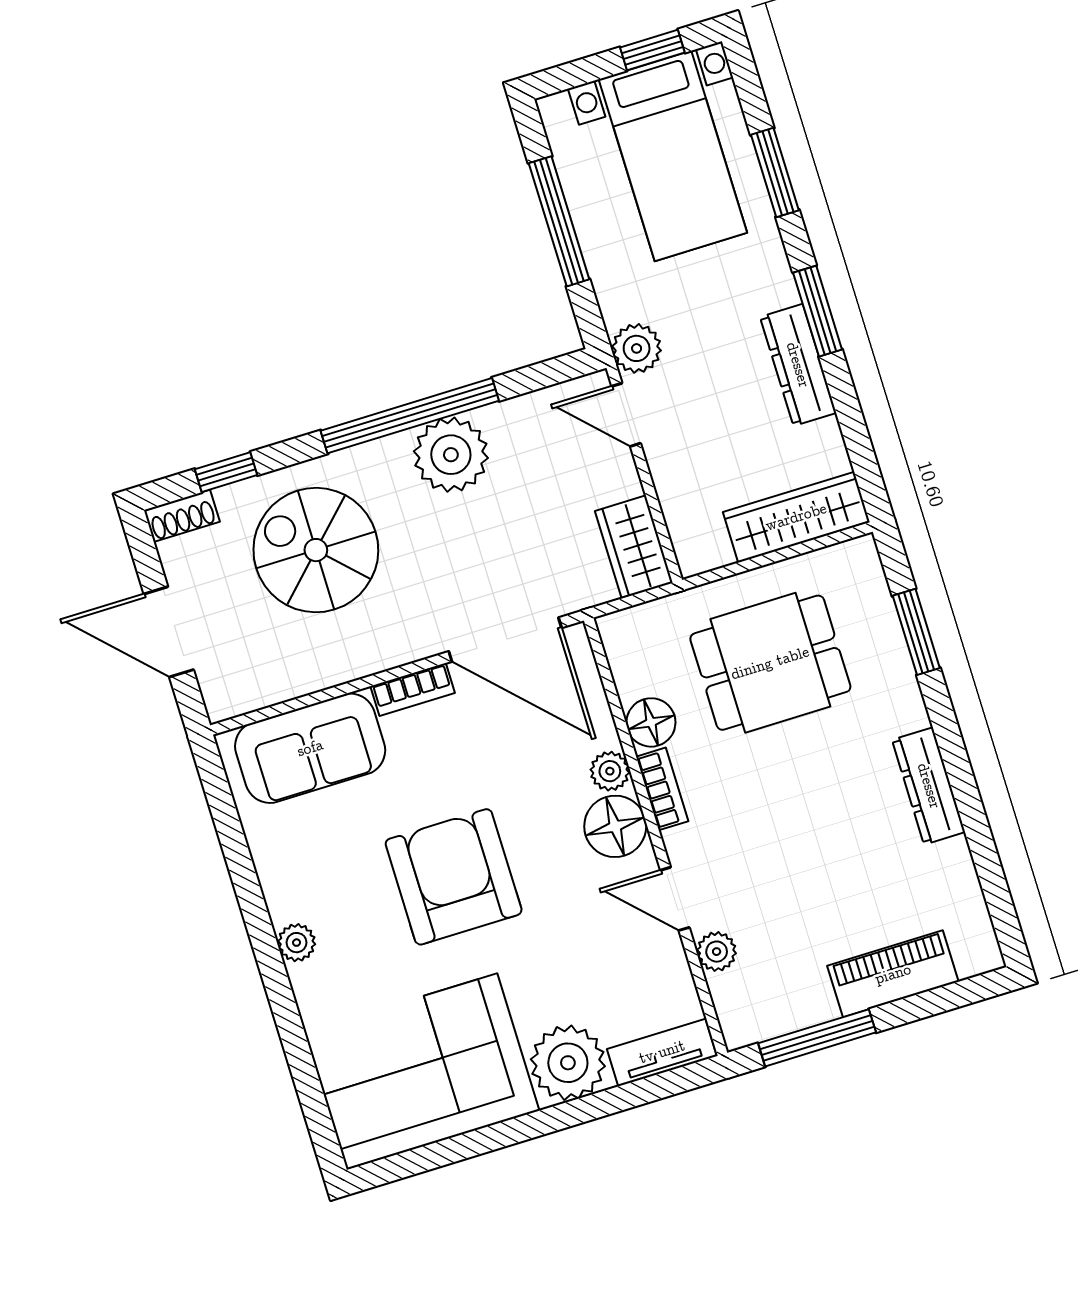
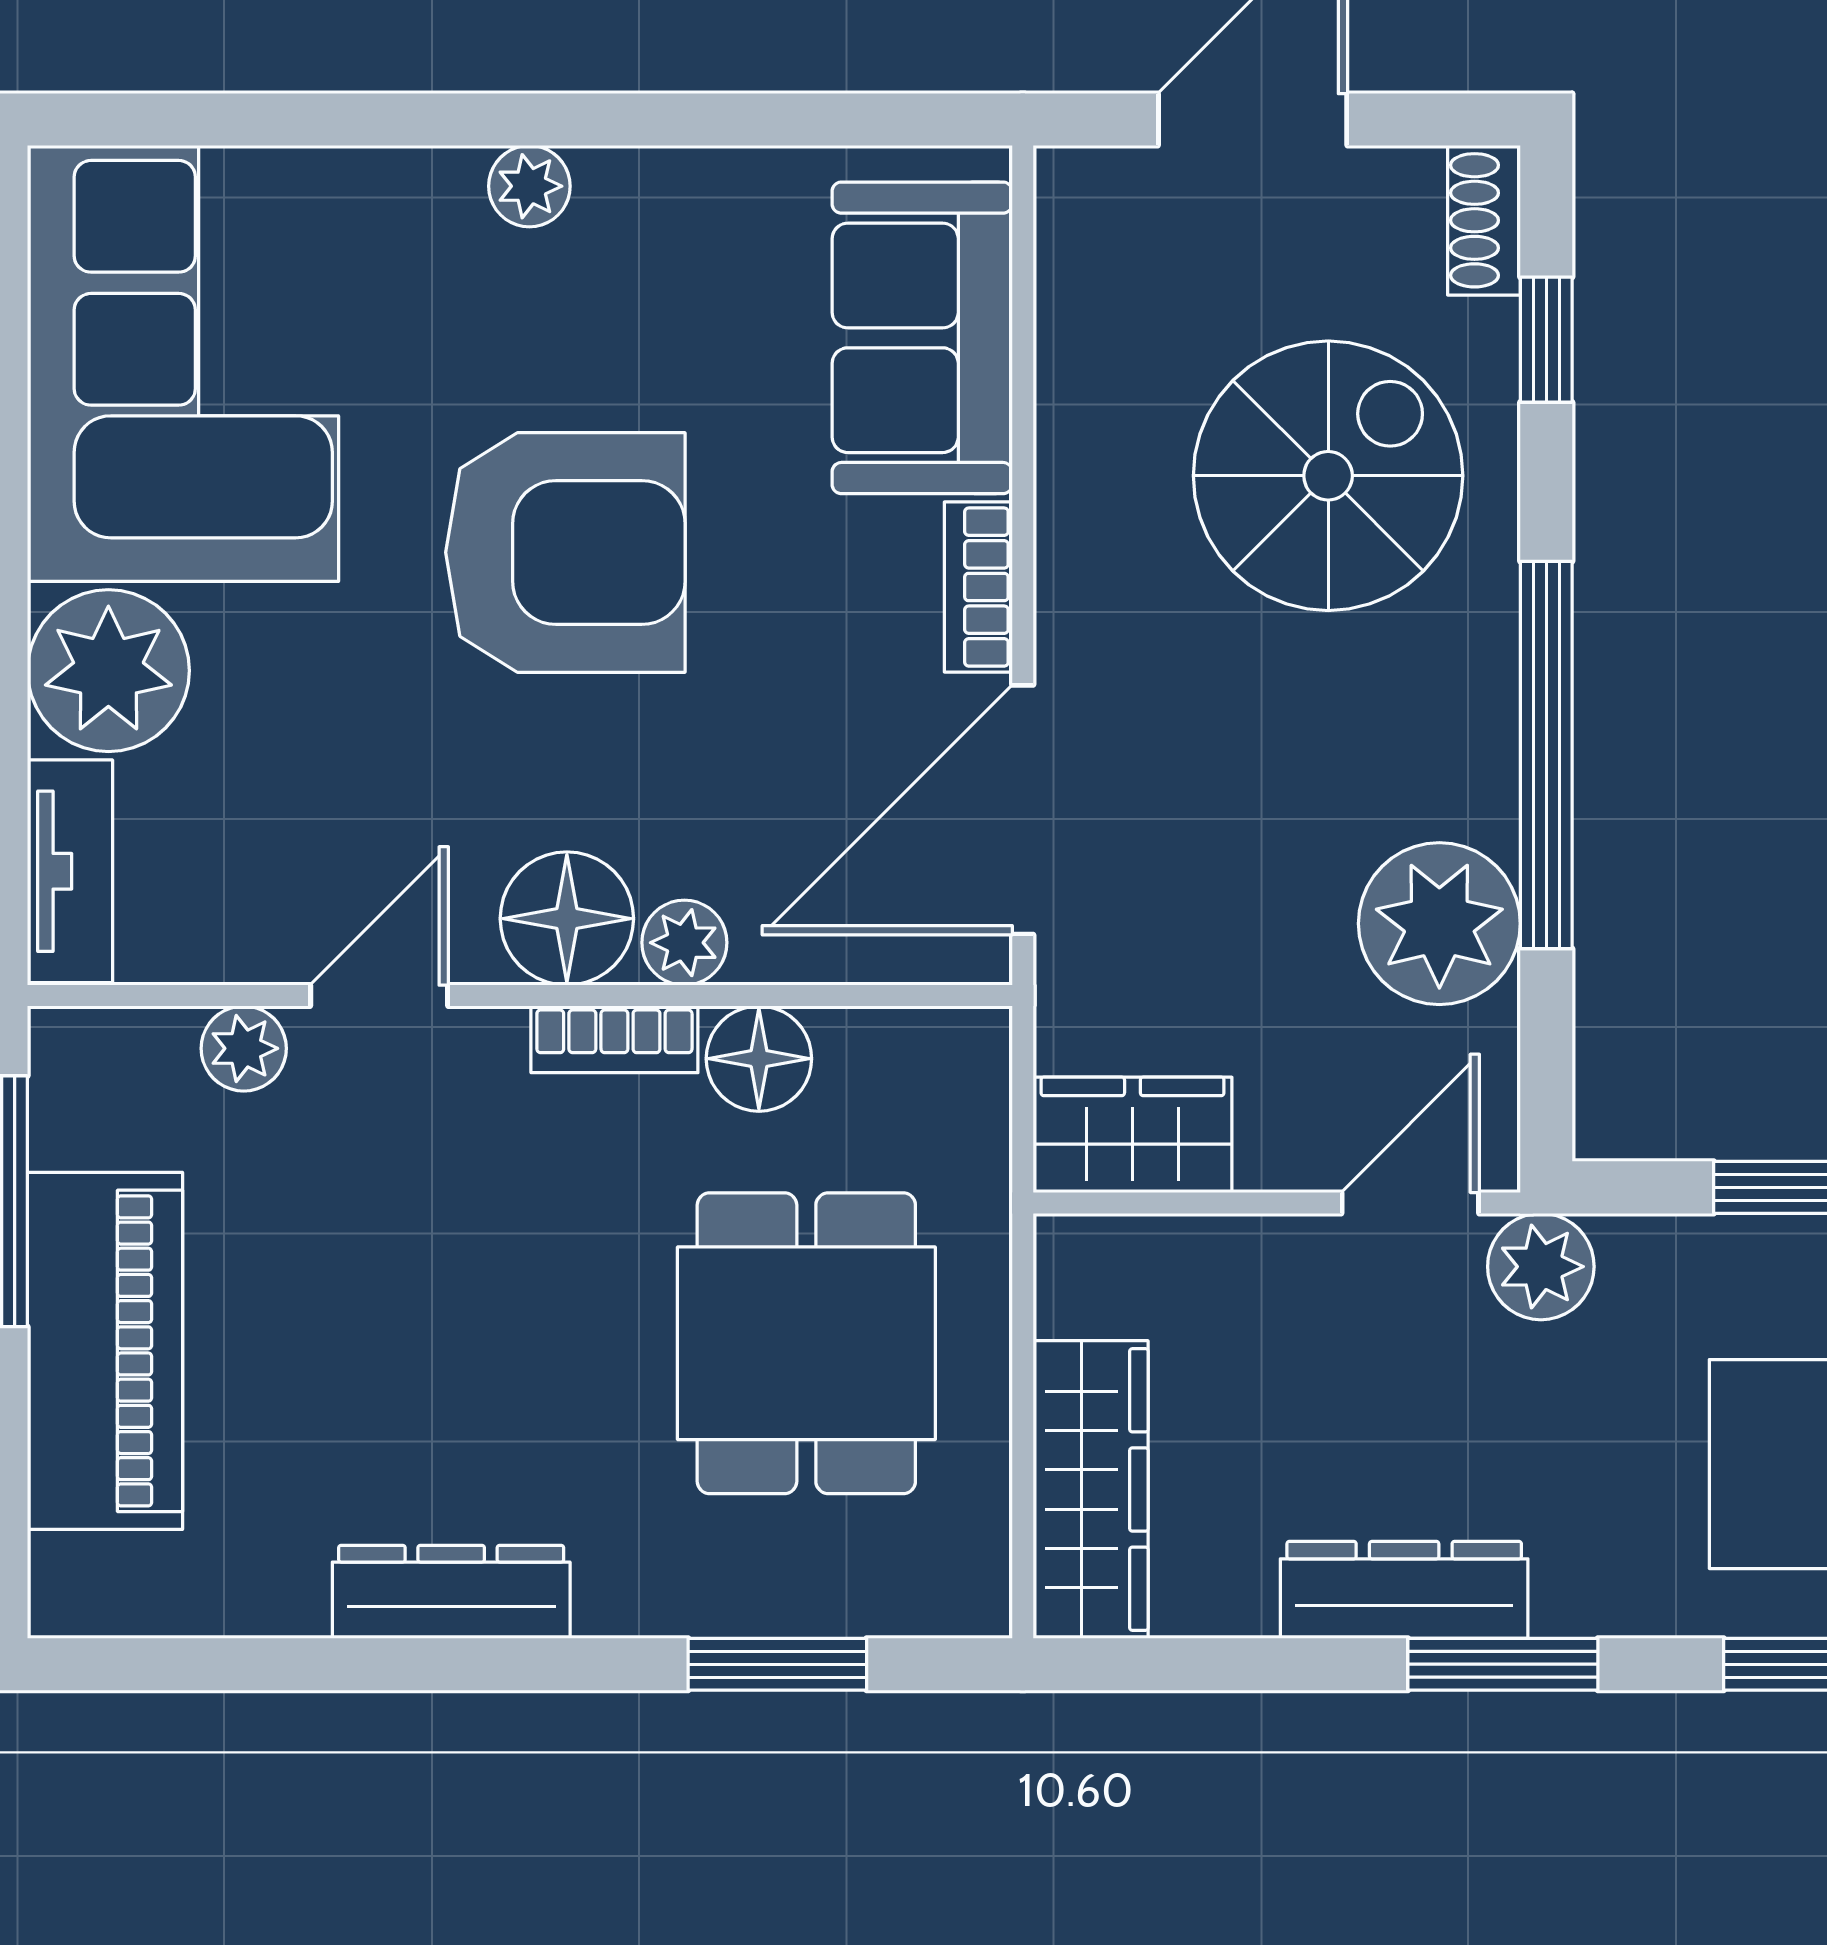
plant: (451, 455) -> (1439, 924), moved
piano: (893, 974) -> (105, 1351), width x1.37, depth x1.33

